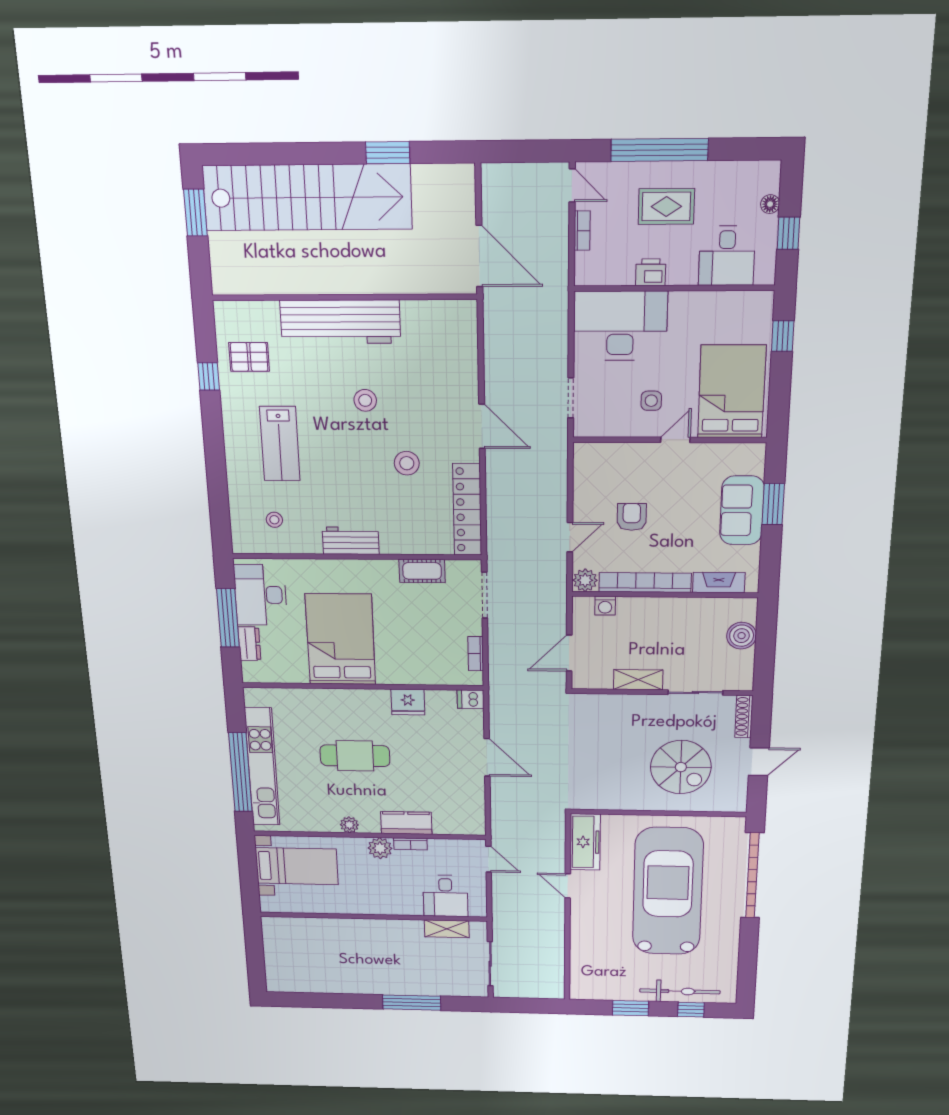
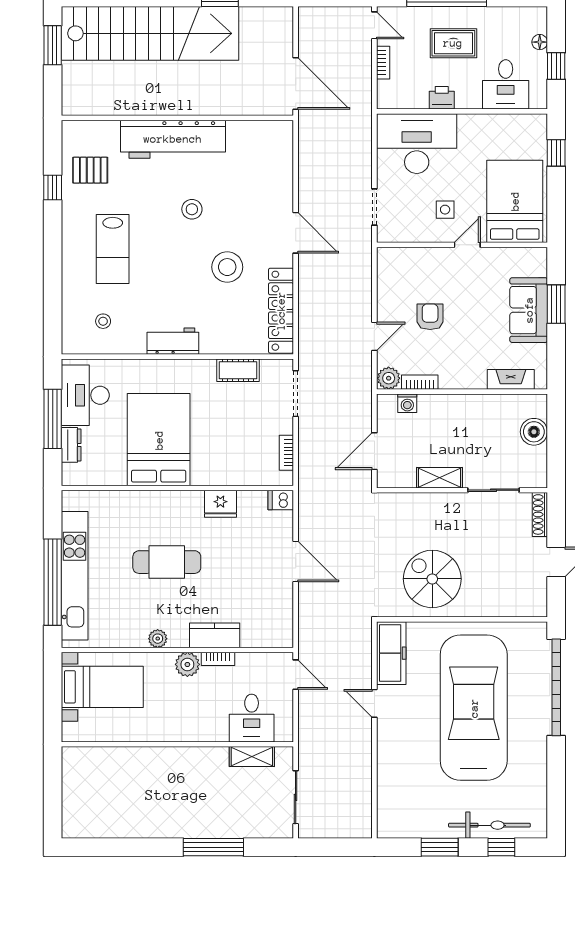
stool: (407, 463) -> (227, 267), width x1.38, depth x1.38
bookcase: (645, 582) -> (420, 382), width x0.43, depth x0.76
spiral stairs: (681, 767) -> (432, 579), moved, turned 180

